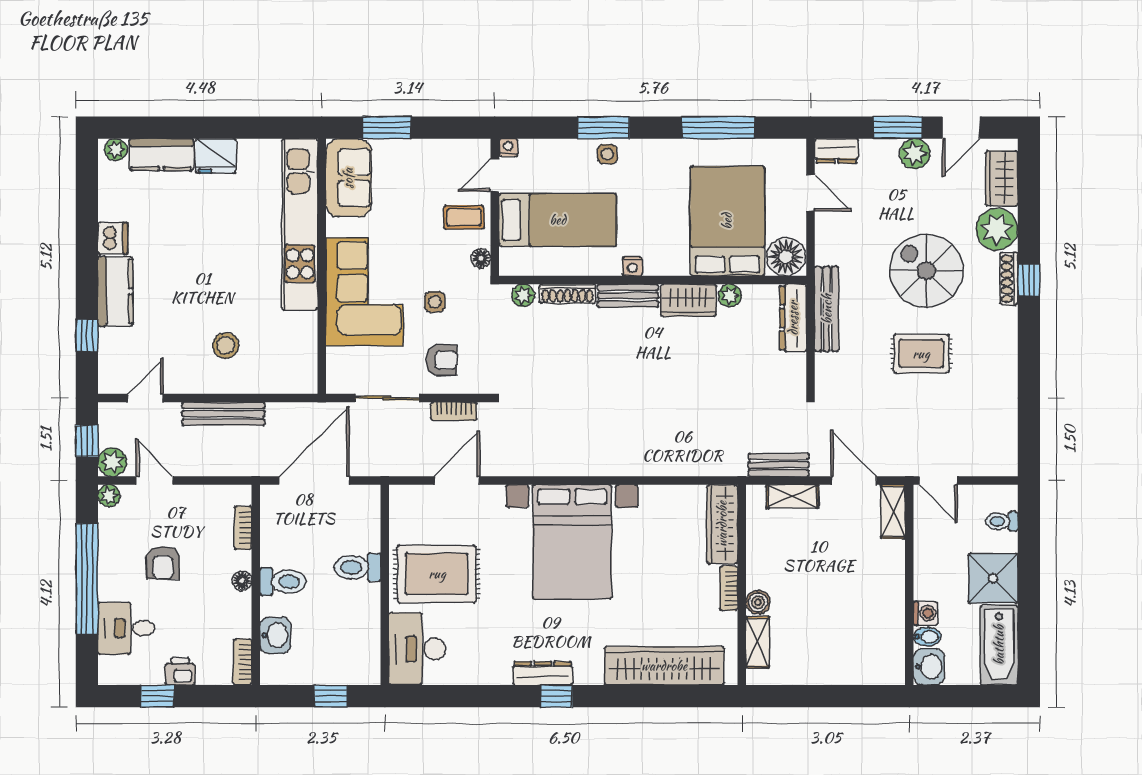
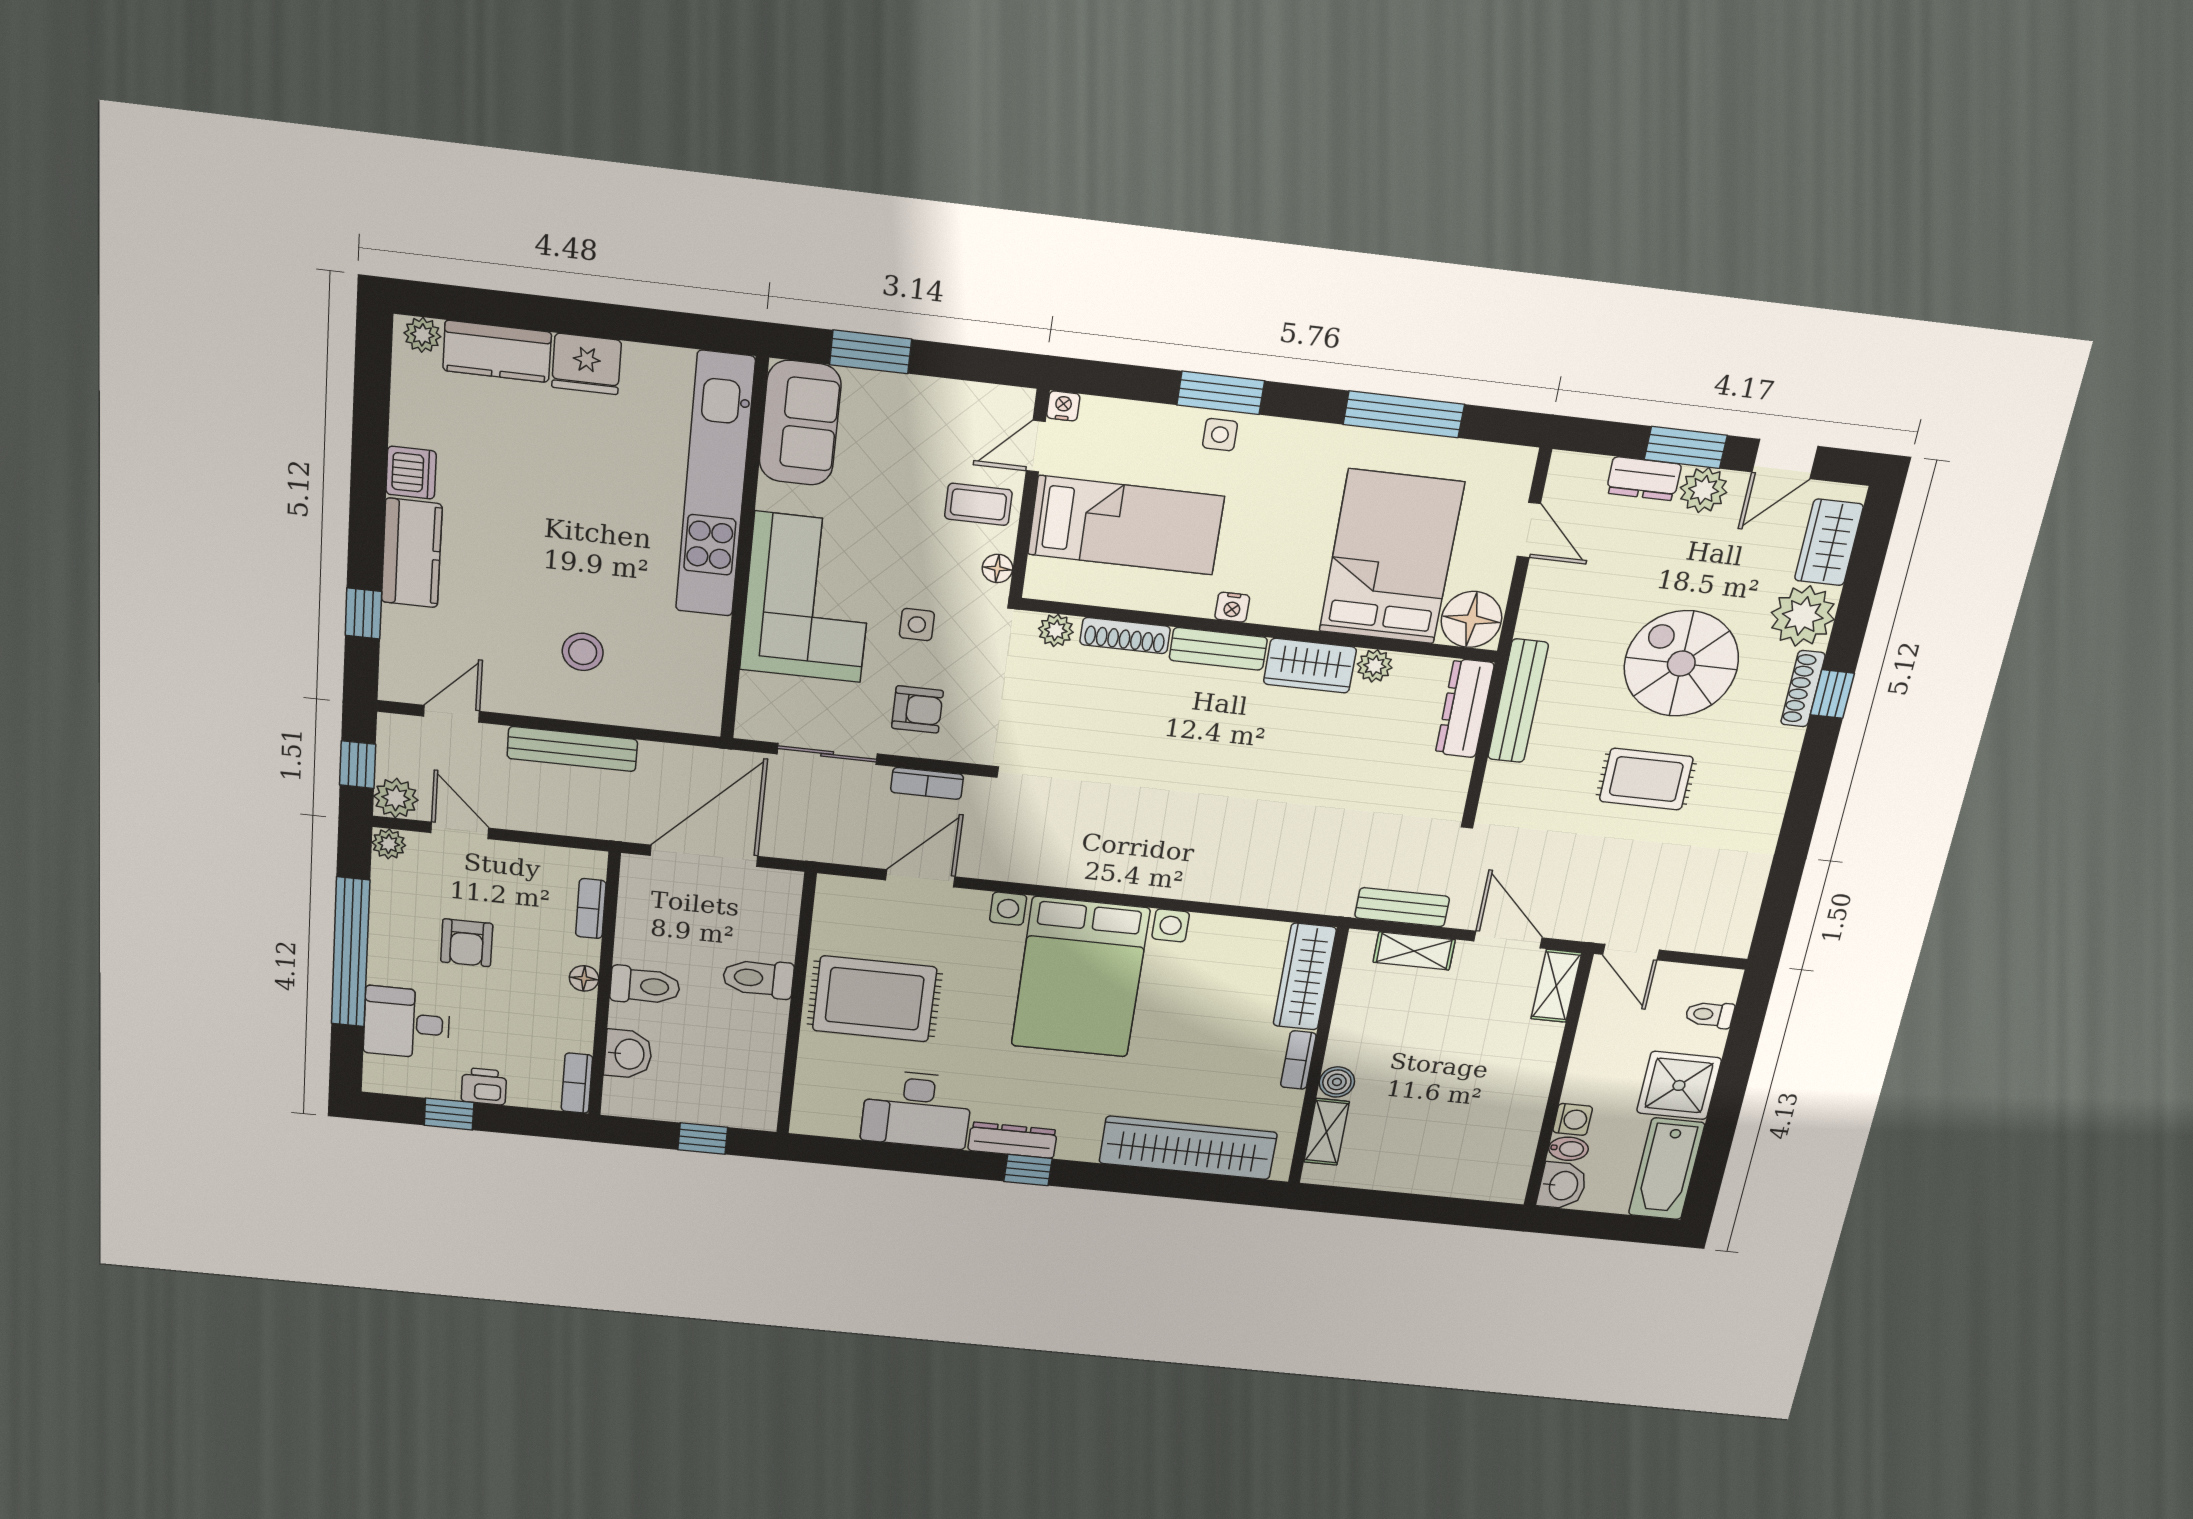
dresser: (836, 151) -> (1644, 479), moved
desk: (417, 649) -> (917, 1110), moved, turned -90

